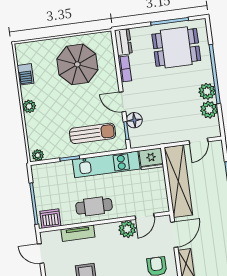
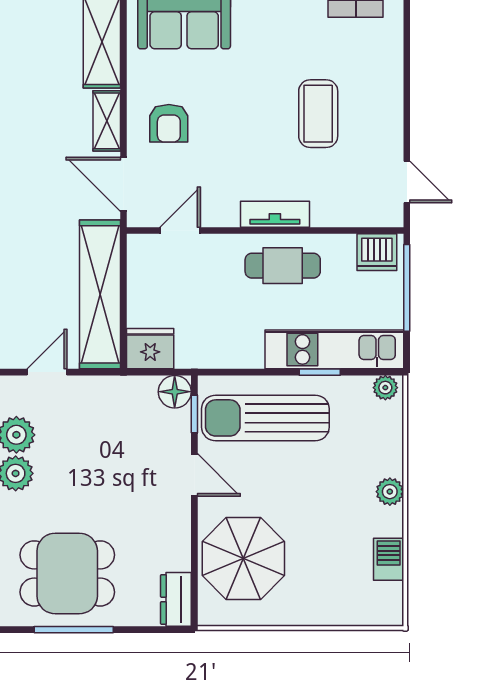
parasol: (77, 64) -> (243, 559), moved
bookcase: (125, 69) -> (180, 543), removed
floor lamp: (134, 120) -> (175, 392), moved
sun lounger: (93, 133) -> (265, 418), width x1.36, depth x1.34
kitchen unit: (106, 164) -> (334, 349), moved
plant: (127, 229) -> (220, 209), removed
tv unit: (78, 233) -> (275, 214), moved
door: (174, 235) -> (123, 184), hinge flipped

